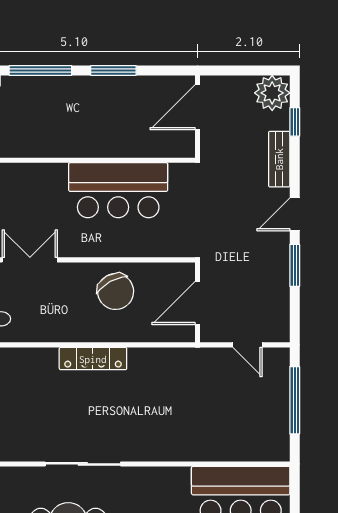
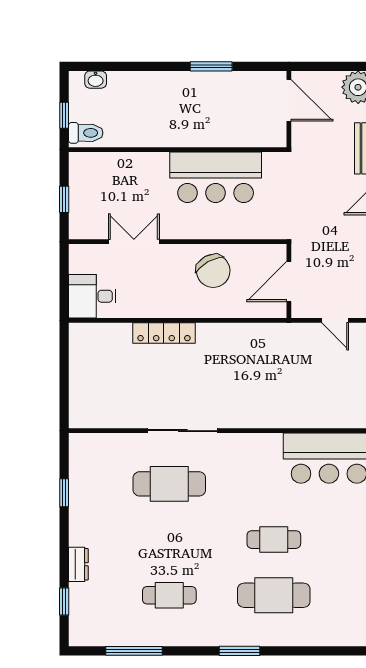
window: (40, 70) -> (144, 66), removed
door: (198, 107) -> (289, 100), swing flipped
locker: (93, 359) -> (164, 333), moved

